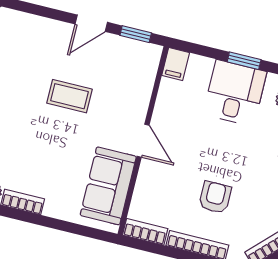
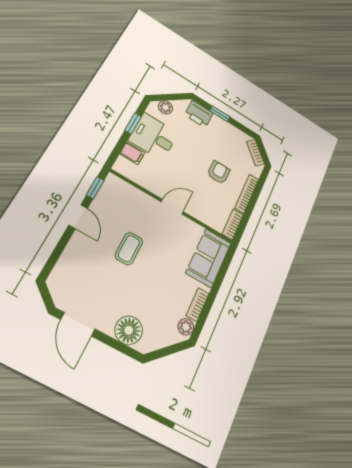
filing cabinet: (176, 64) -> (132, 153), moved
sofa: (108, 186) -> (209, 258), moved, turned 90
armchair: (215, 197) -> (219, 172), turned 90

